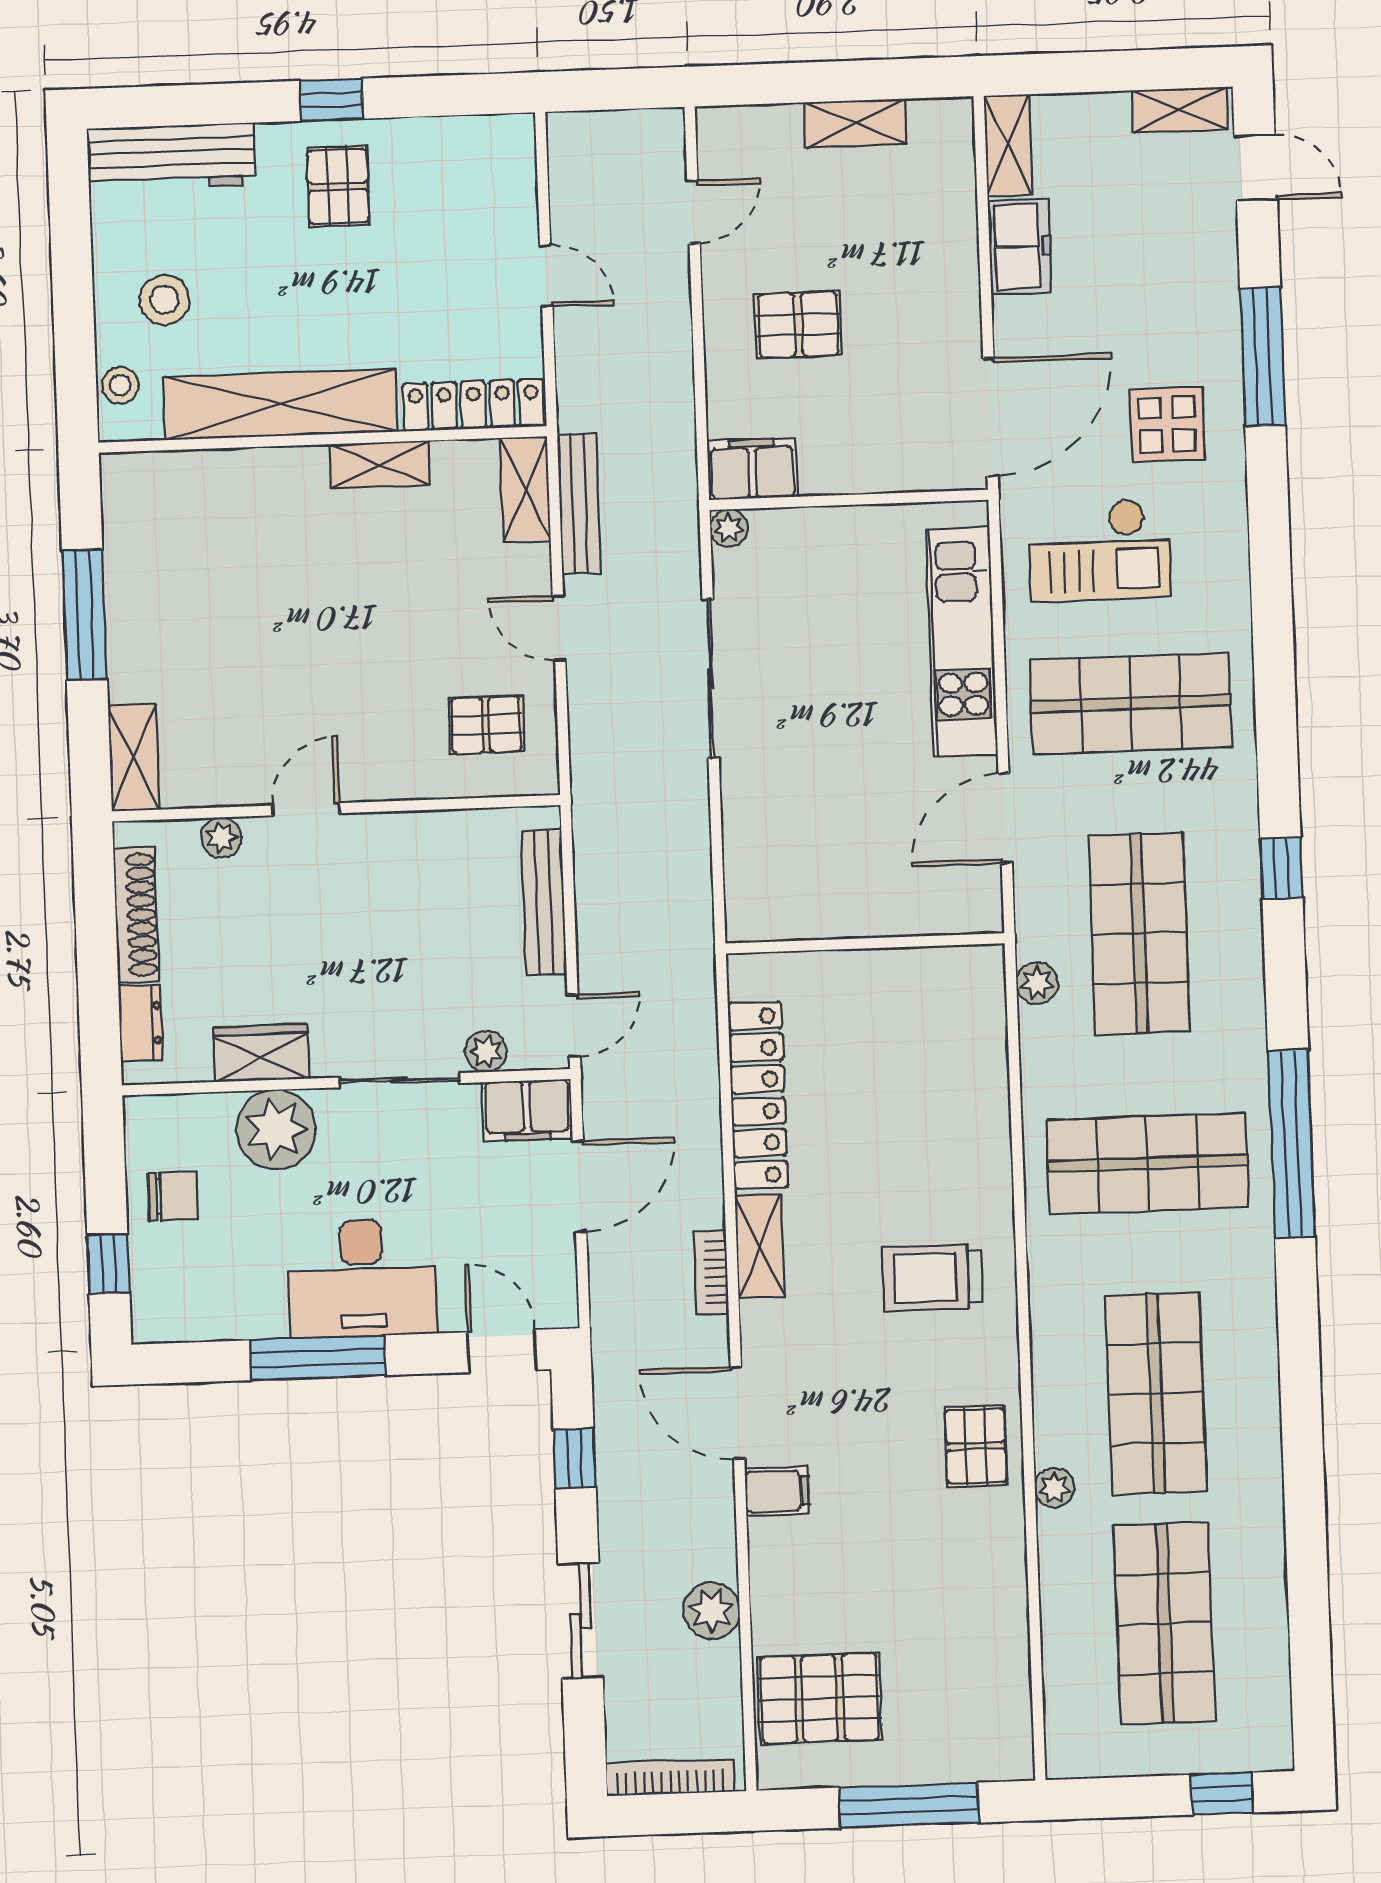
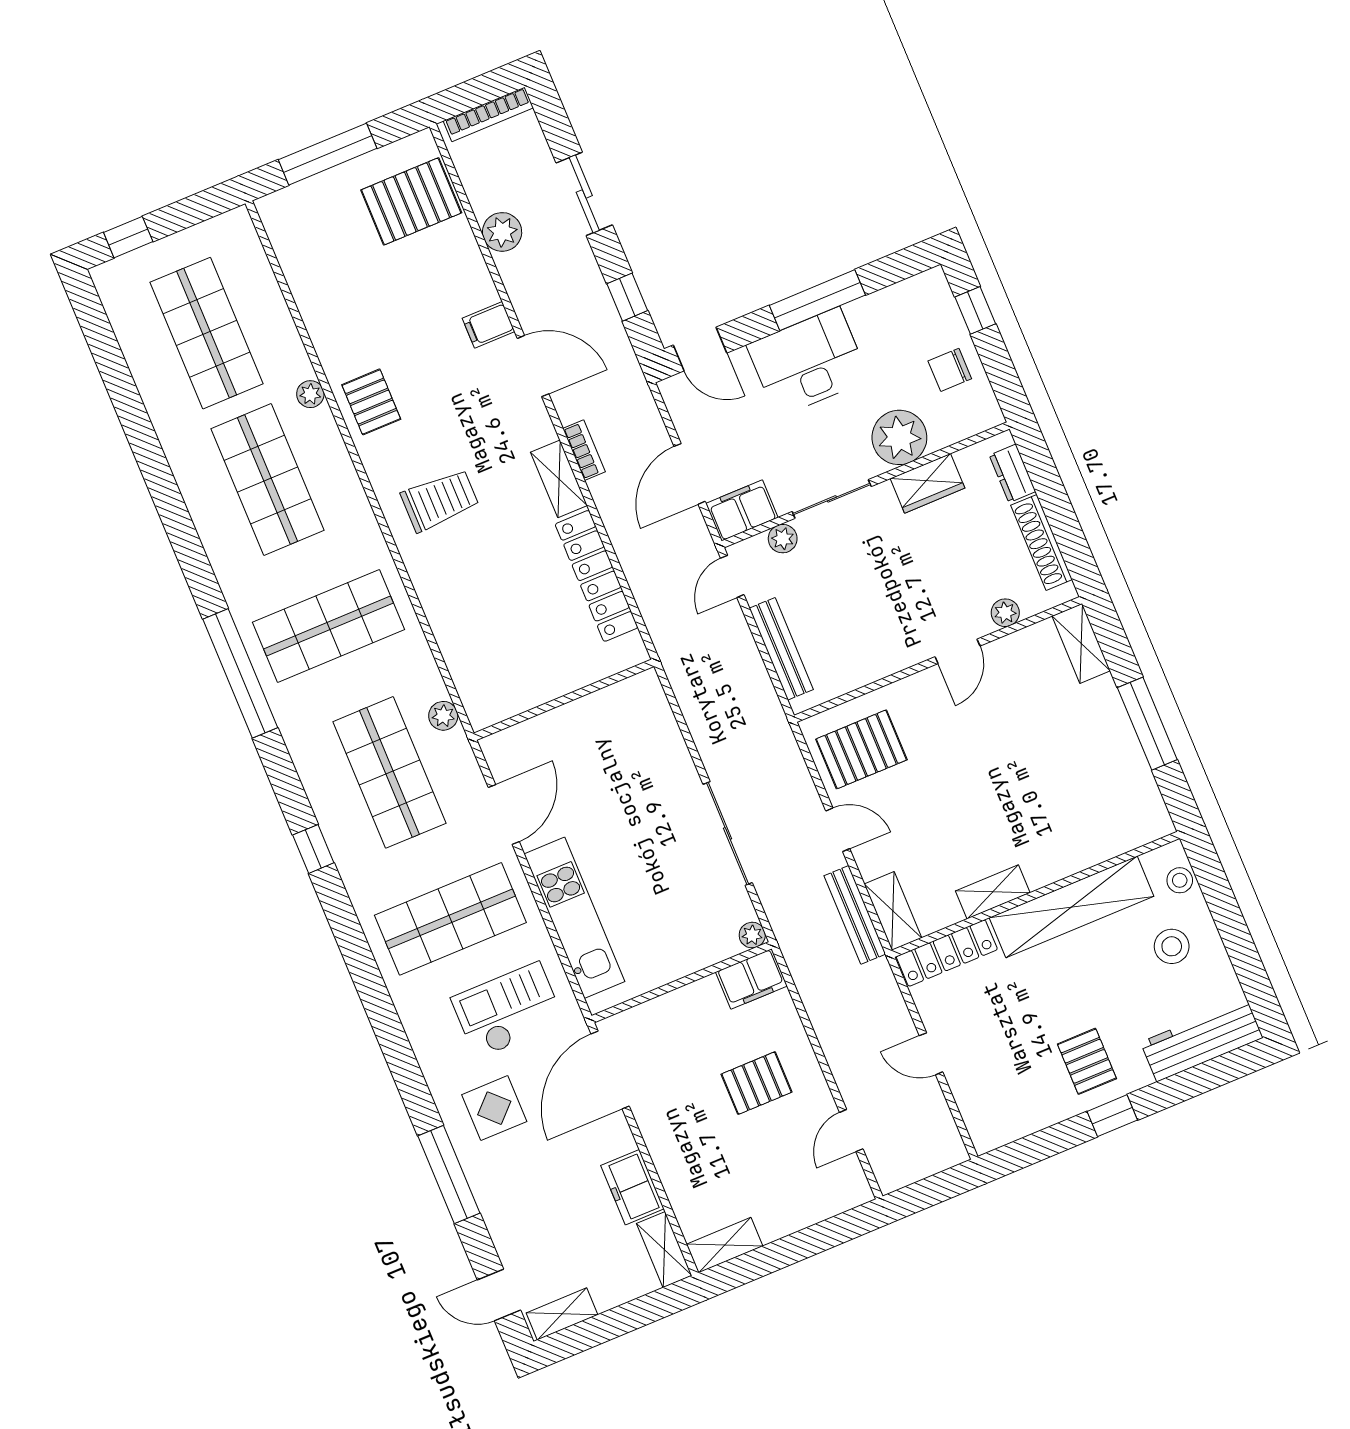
shelving: (855, 123) -> (725, 1245), moved
pallet: (486, 725) -> (861, 749), width x1.50, depth x1.42

